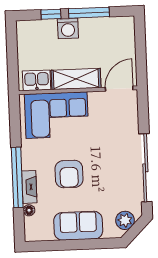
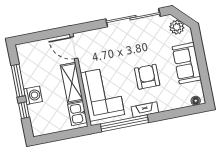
armchair: (69, 174) -> (147, 77), turned -90
window: (17, 177) -> (124, 123), moved
fireplace: (29, 187) -> (145, 110), moved
floor lamp: (29, 210) -> (196, 101), moved

